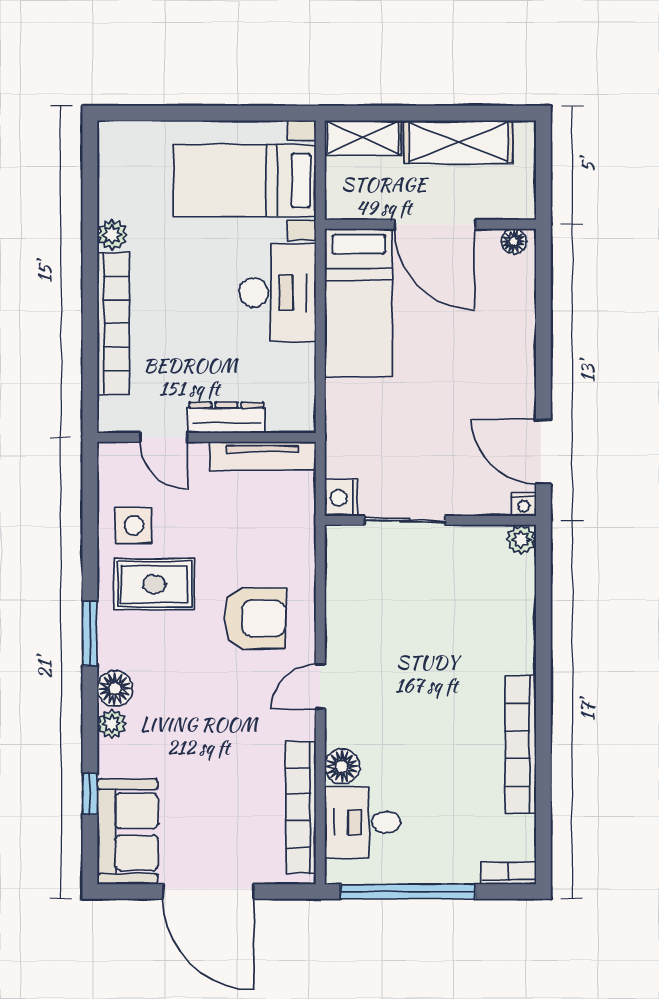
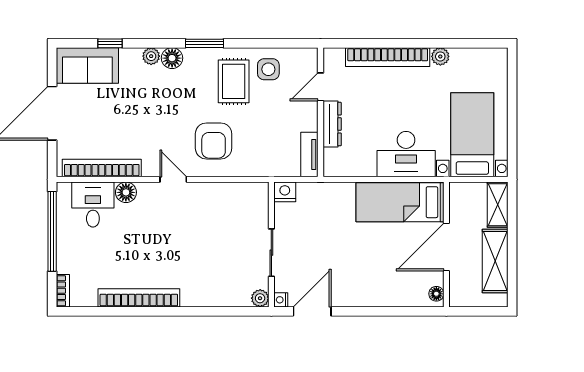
tv unit: (263, 456) -> (309, 155), width x0.71
sliding door: (405, 520) -> (271, 253), moved

